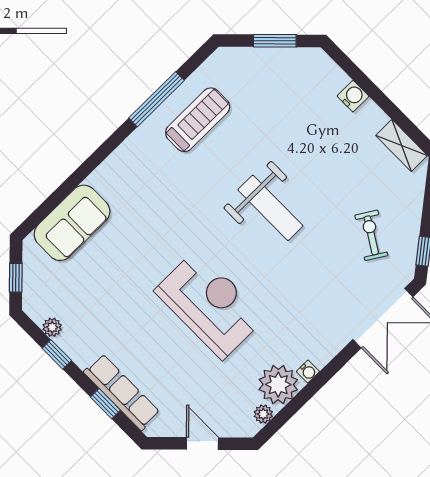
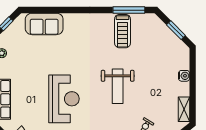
window: (156, 99) -> (129, 10), moved
treadmill: (198, 120) -> (123, 31), turned 90

